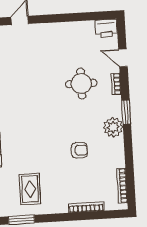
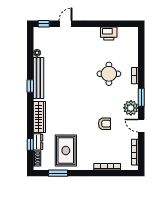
printer: (106, 28) -> (109, 33), moved
door: (123, 58) -> (141, 126), moved
rug: (30, 189) -> (66, 151), width x1.36, depth x1.43

